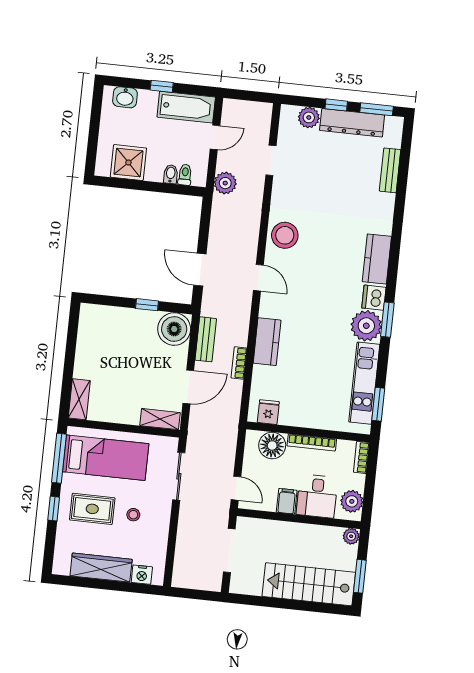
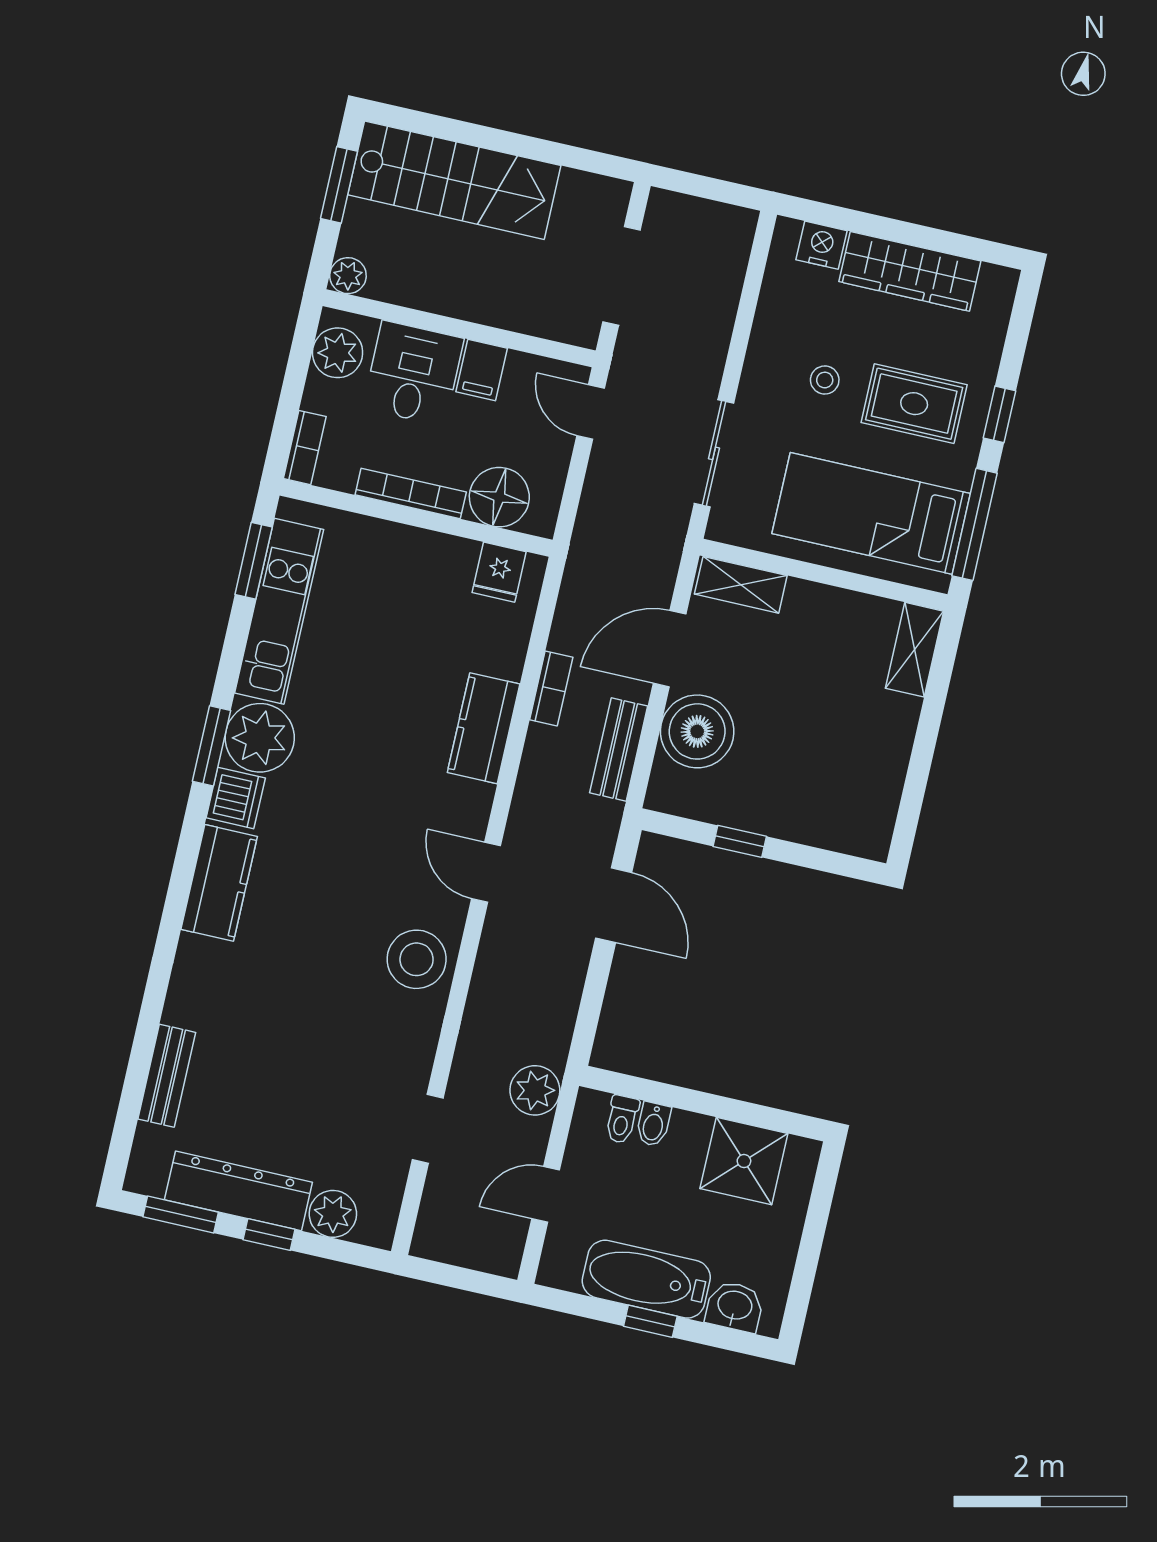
bathtub: (186, 107) -> (646, 1279), moved
boiler: (174, 329) -> (697, 731), moved

